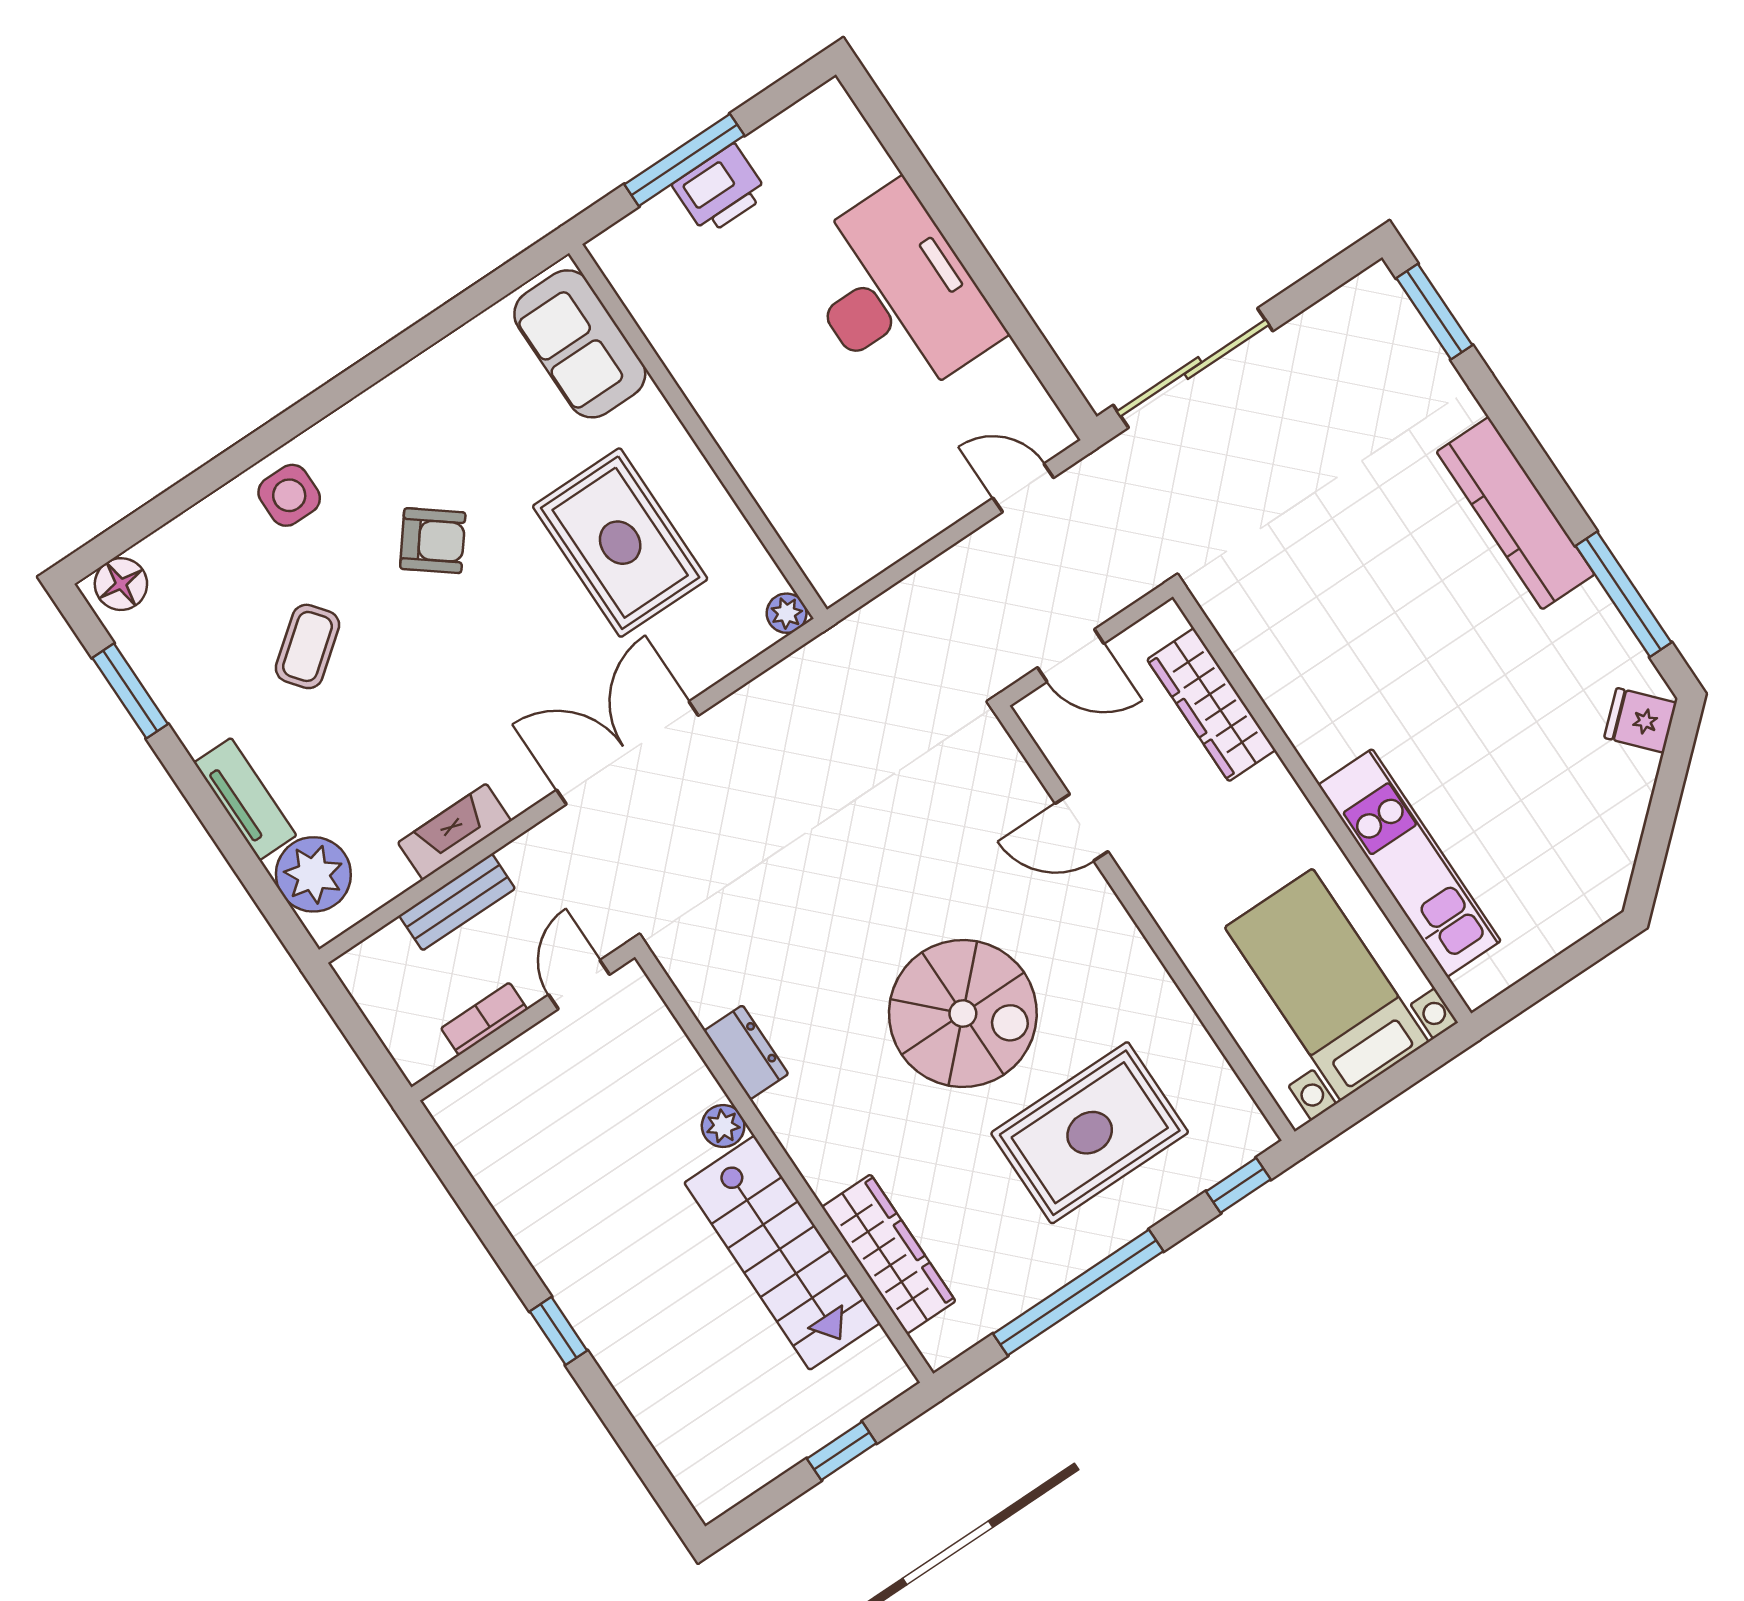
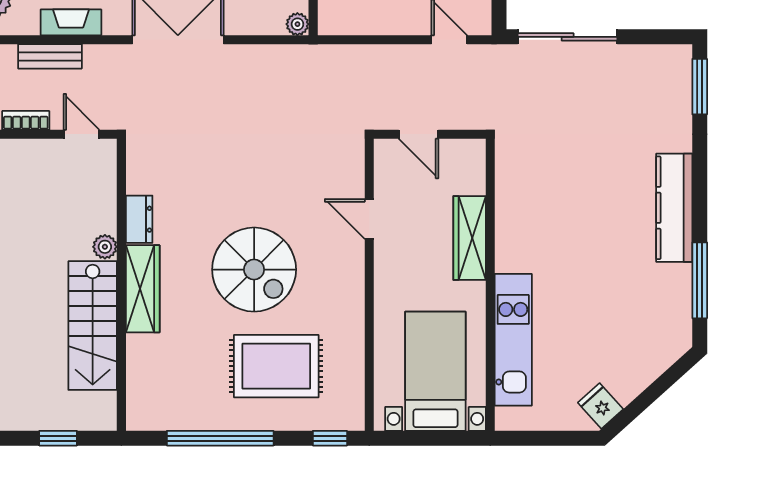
wardrobe: (1211, 705) -> (470, 238), moved
fridge: (1640, 720) -> (601, 406), moved
door: (579, 985) -> (82, 134), hinge flipped
wardrobe: (889, 1254) -> (143, 289), moved

